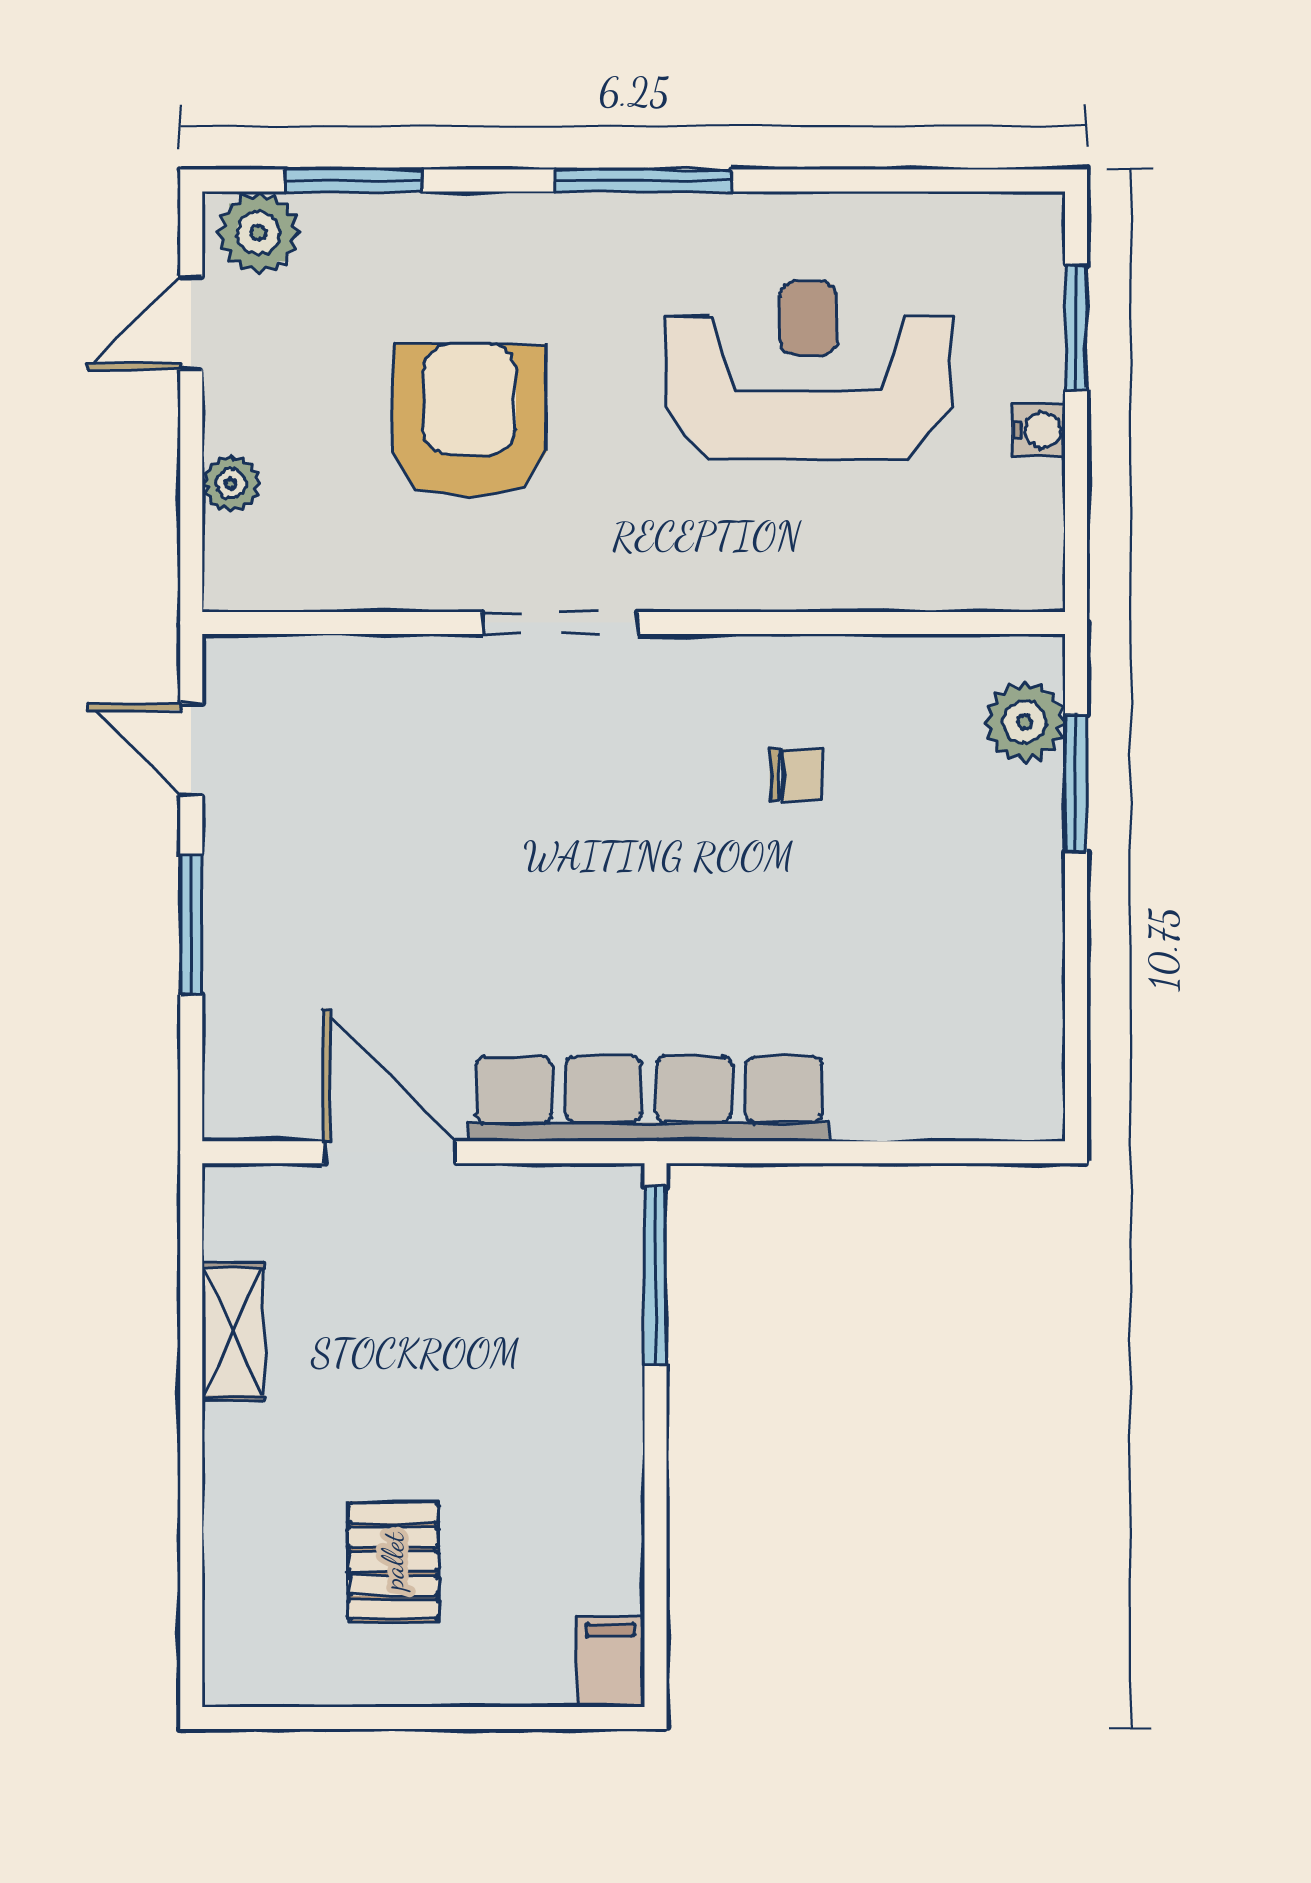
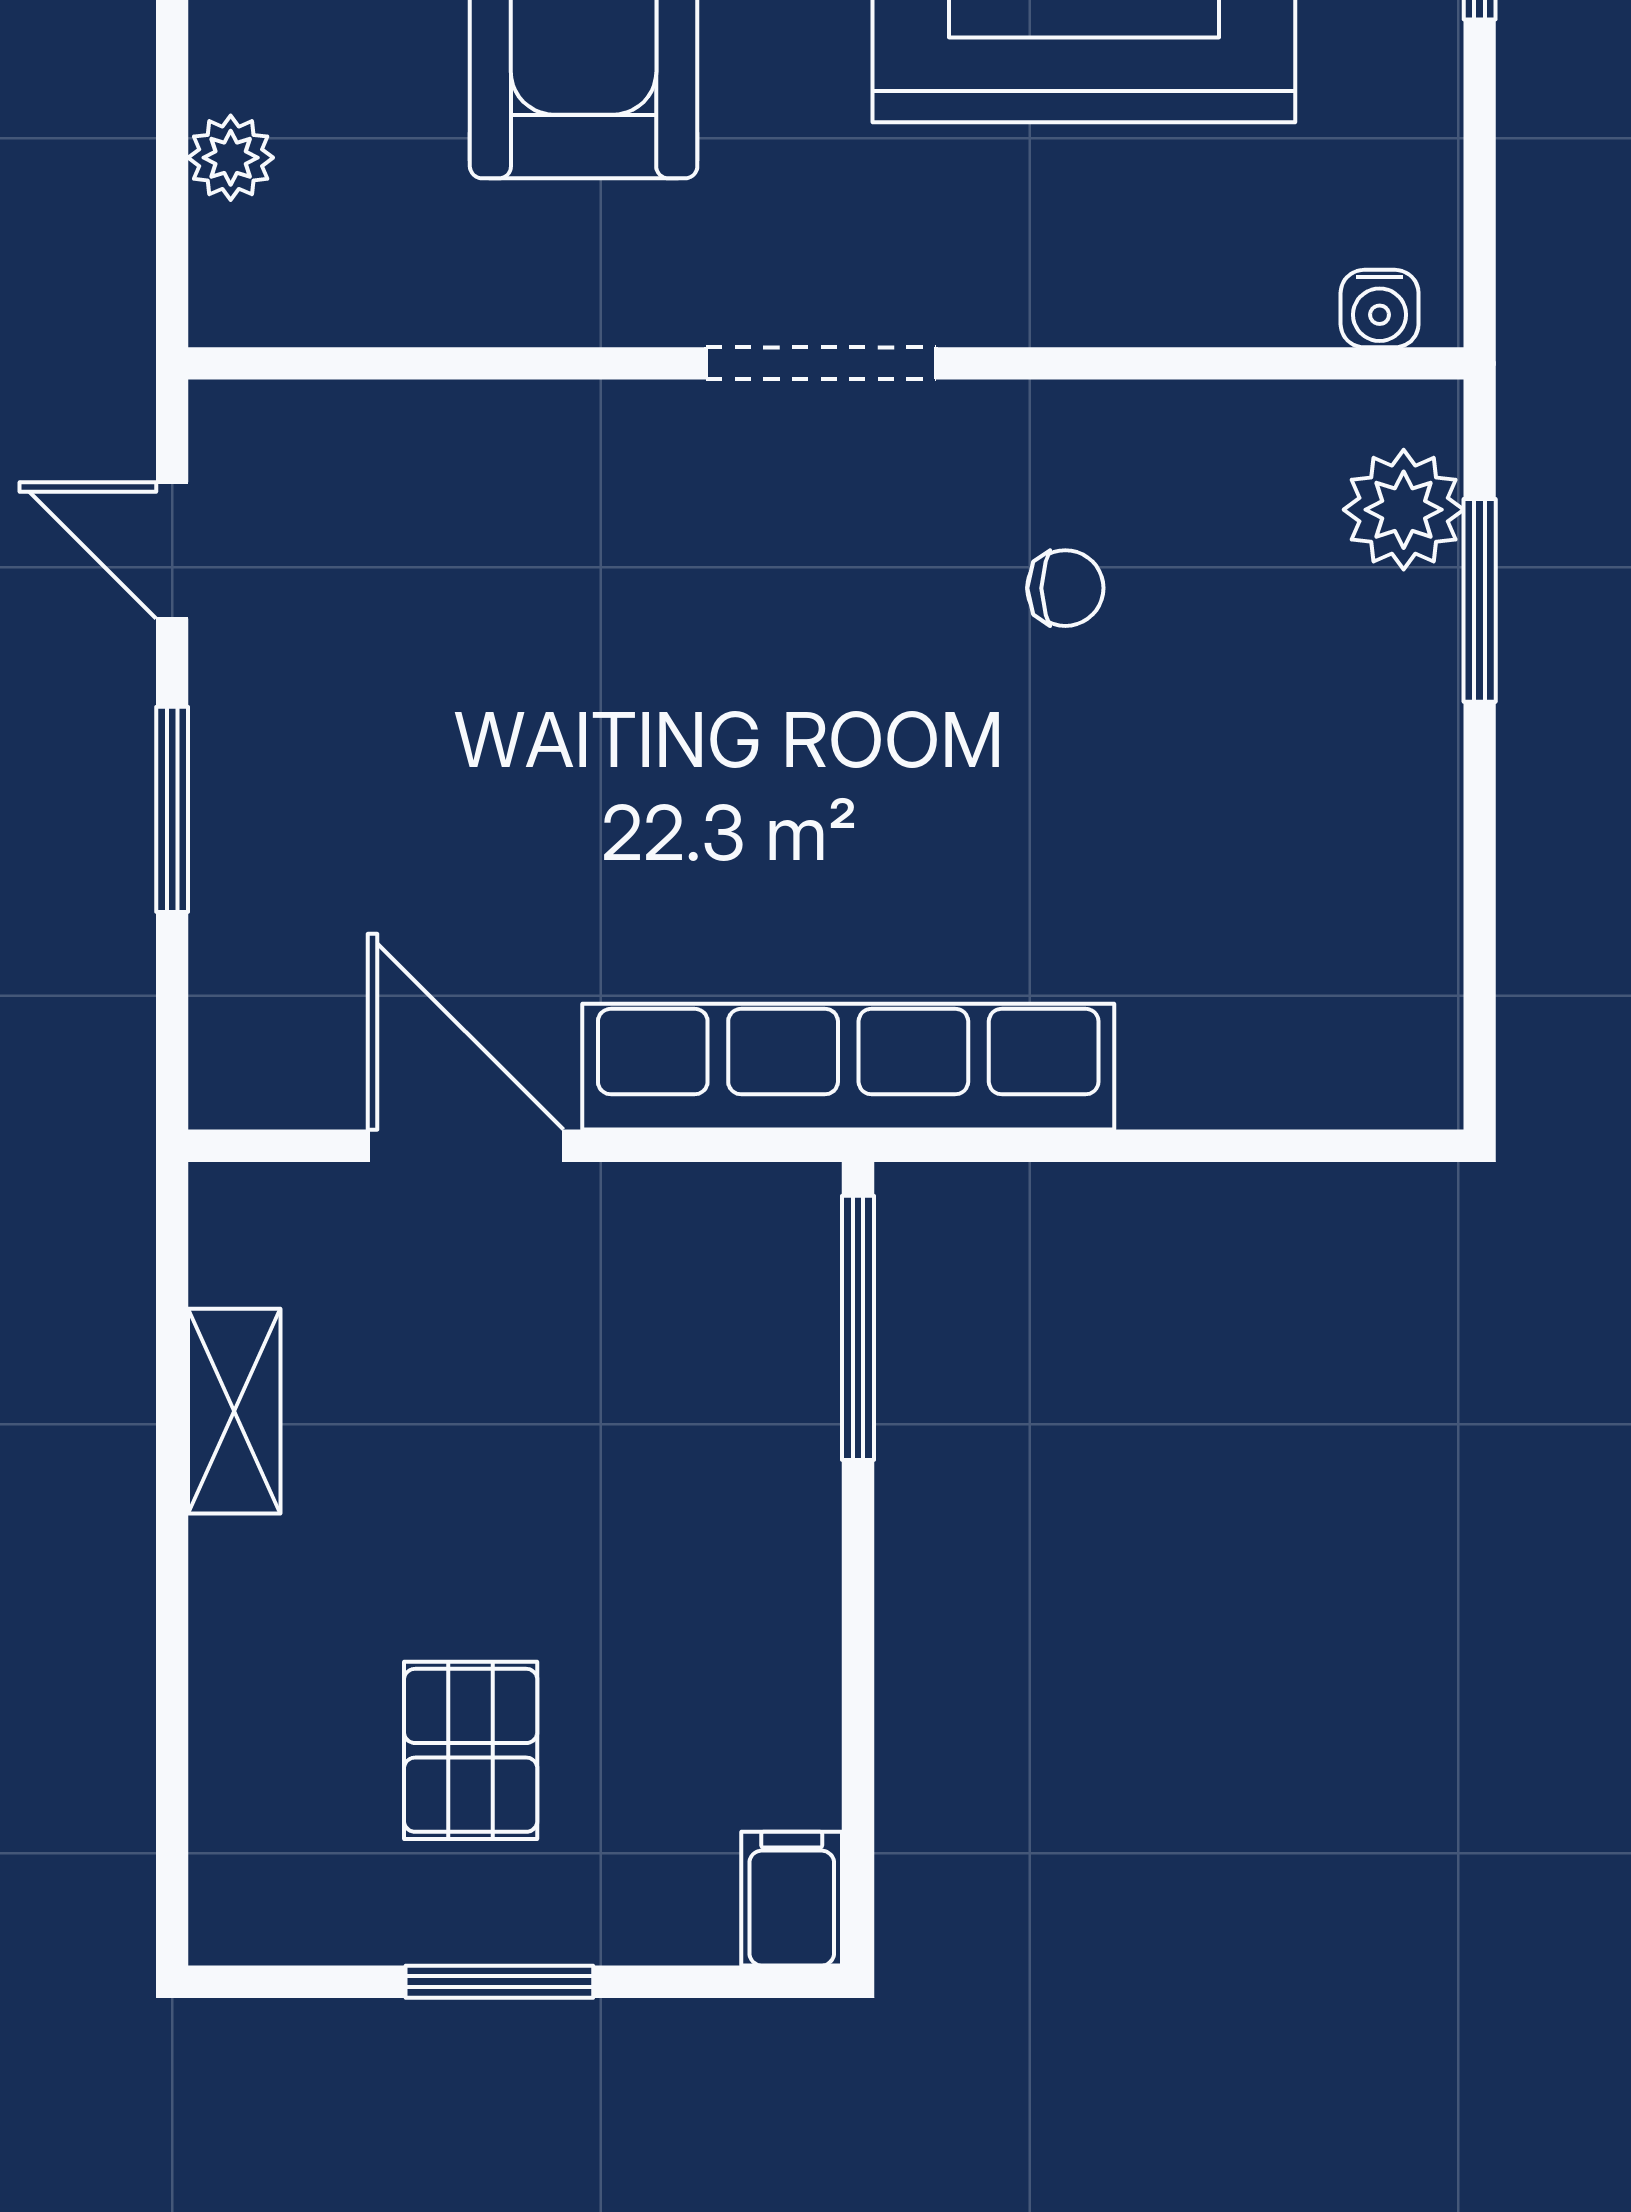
water cooler: (1039, 430) -> (1380, 309), moved, turned 90
doorway: (560, 623) -> (821, 363), moved
window: (413, 1718) -> (499, 1982), added

